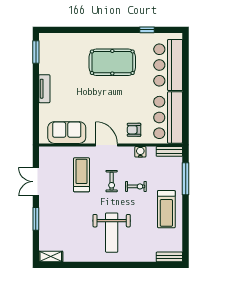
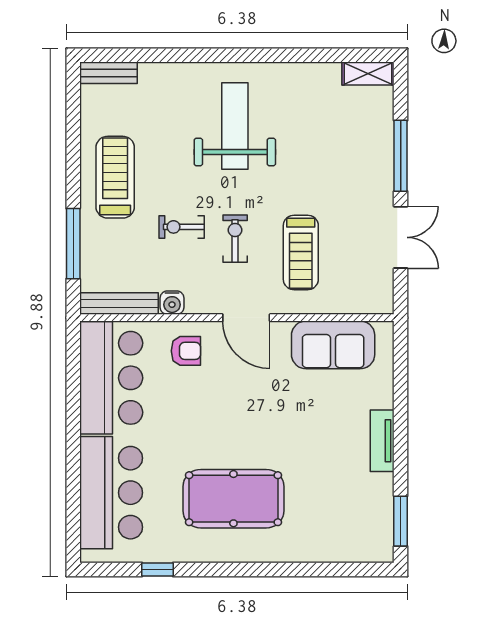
bench: (169, 151) -> (119, 304), width x1.36
window: (36, 219) -> (401, 156), width x1.44

